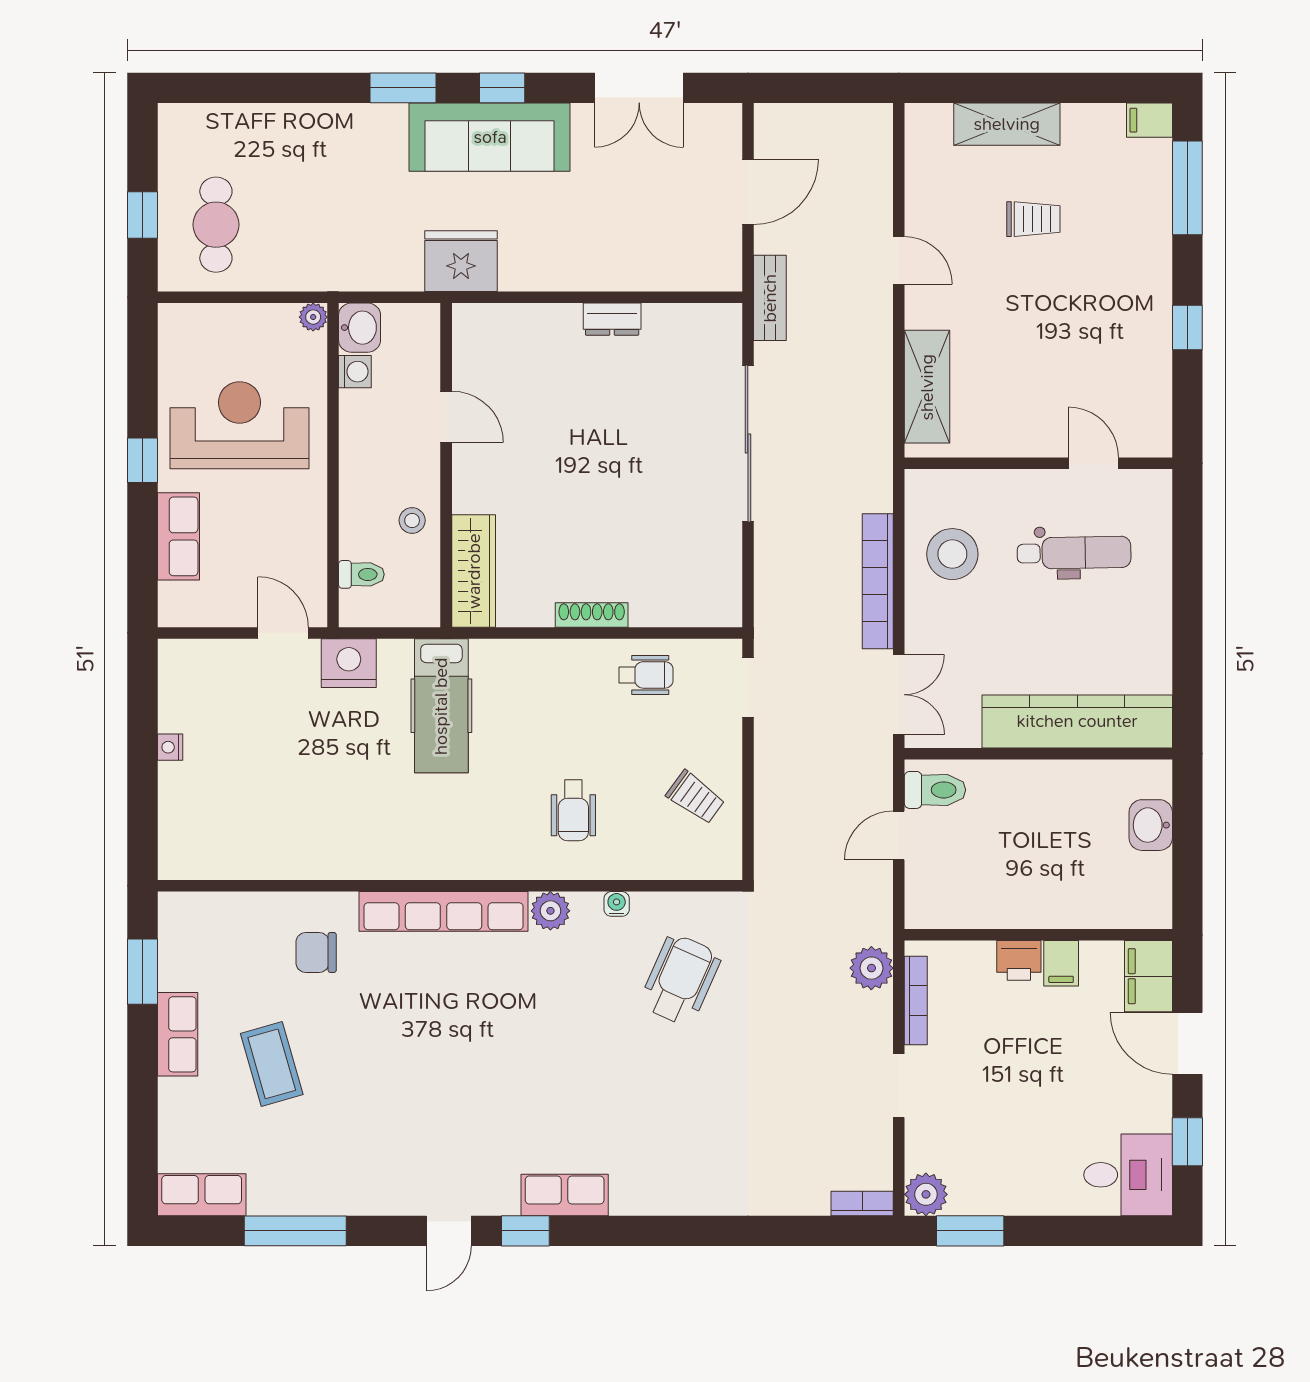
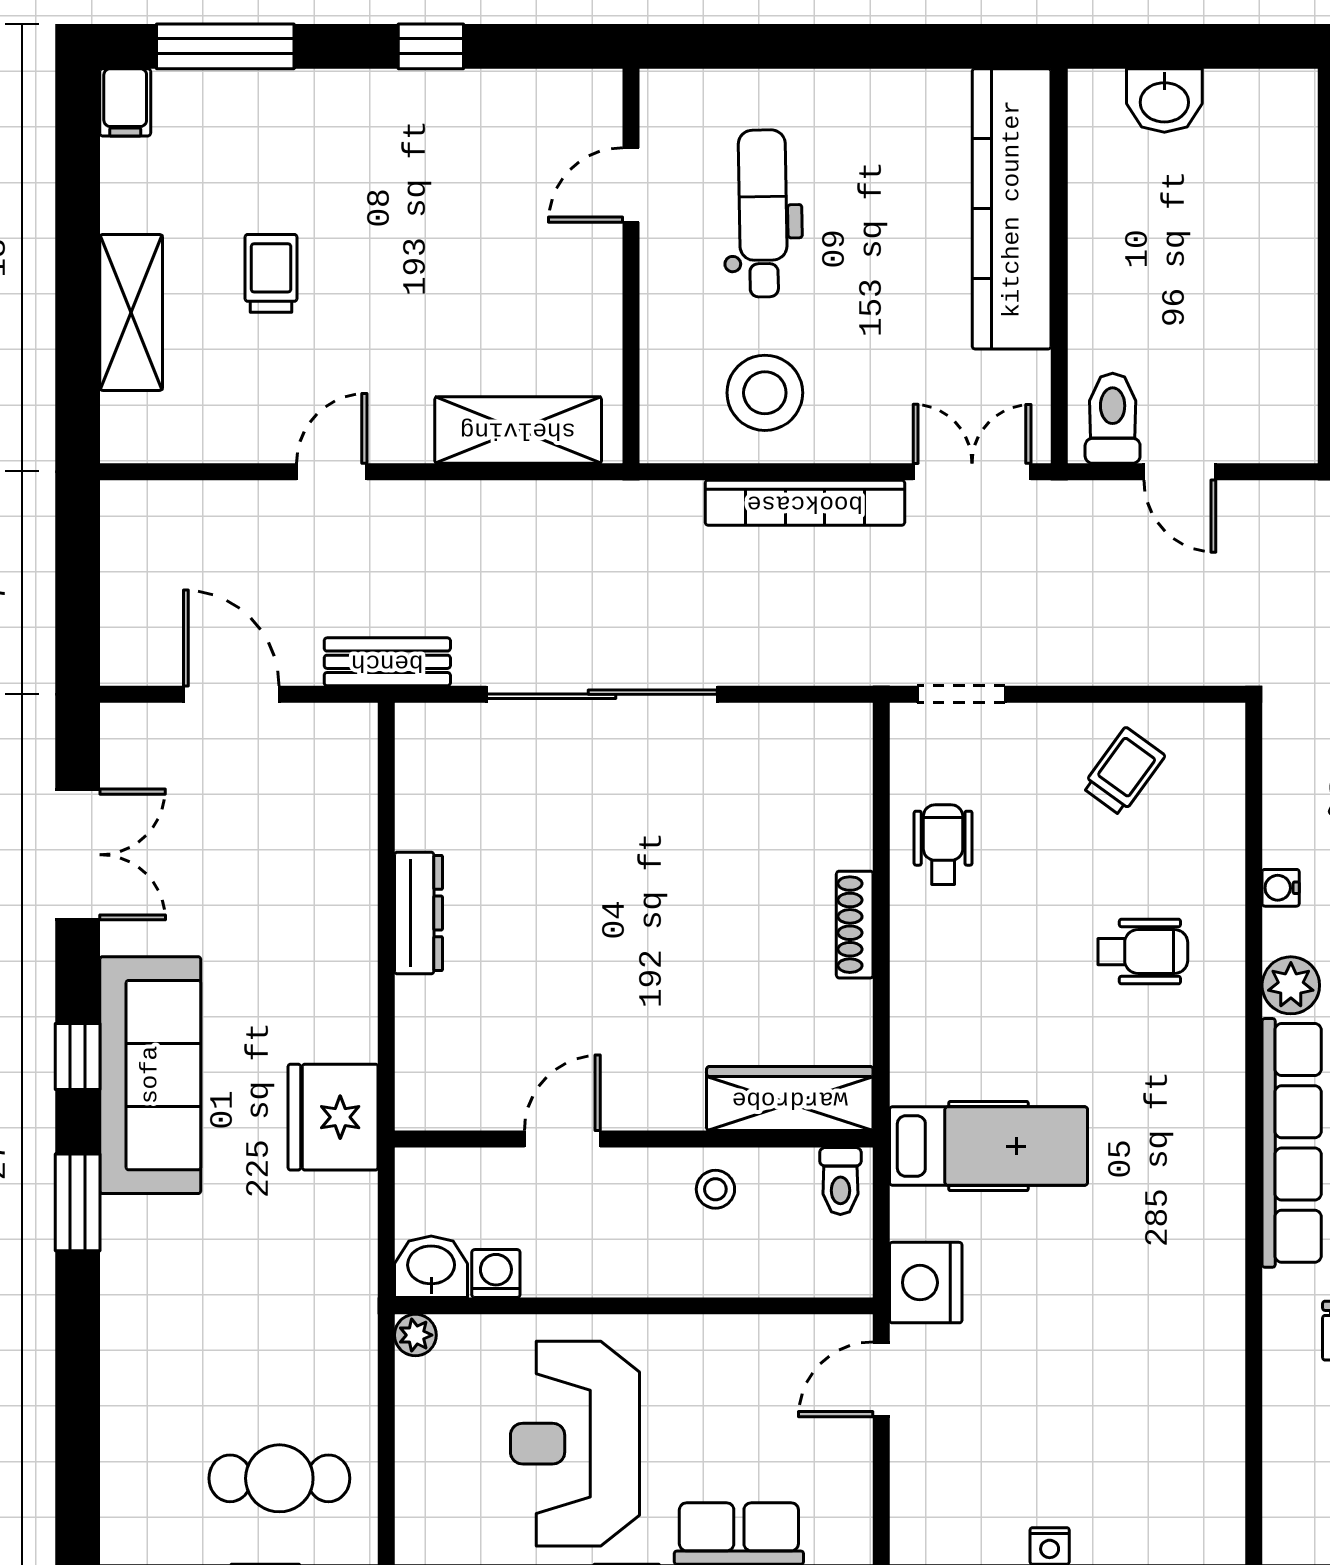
dresser: (612, 319) -> (418, 913), width x1.44
toilet: (361, 574) -> (840, 1181), moved, turned 180

